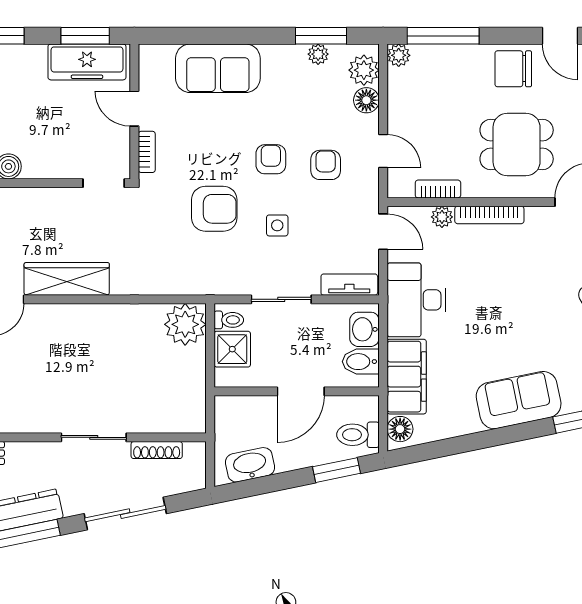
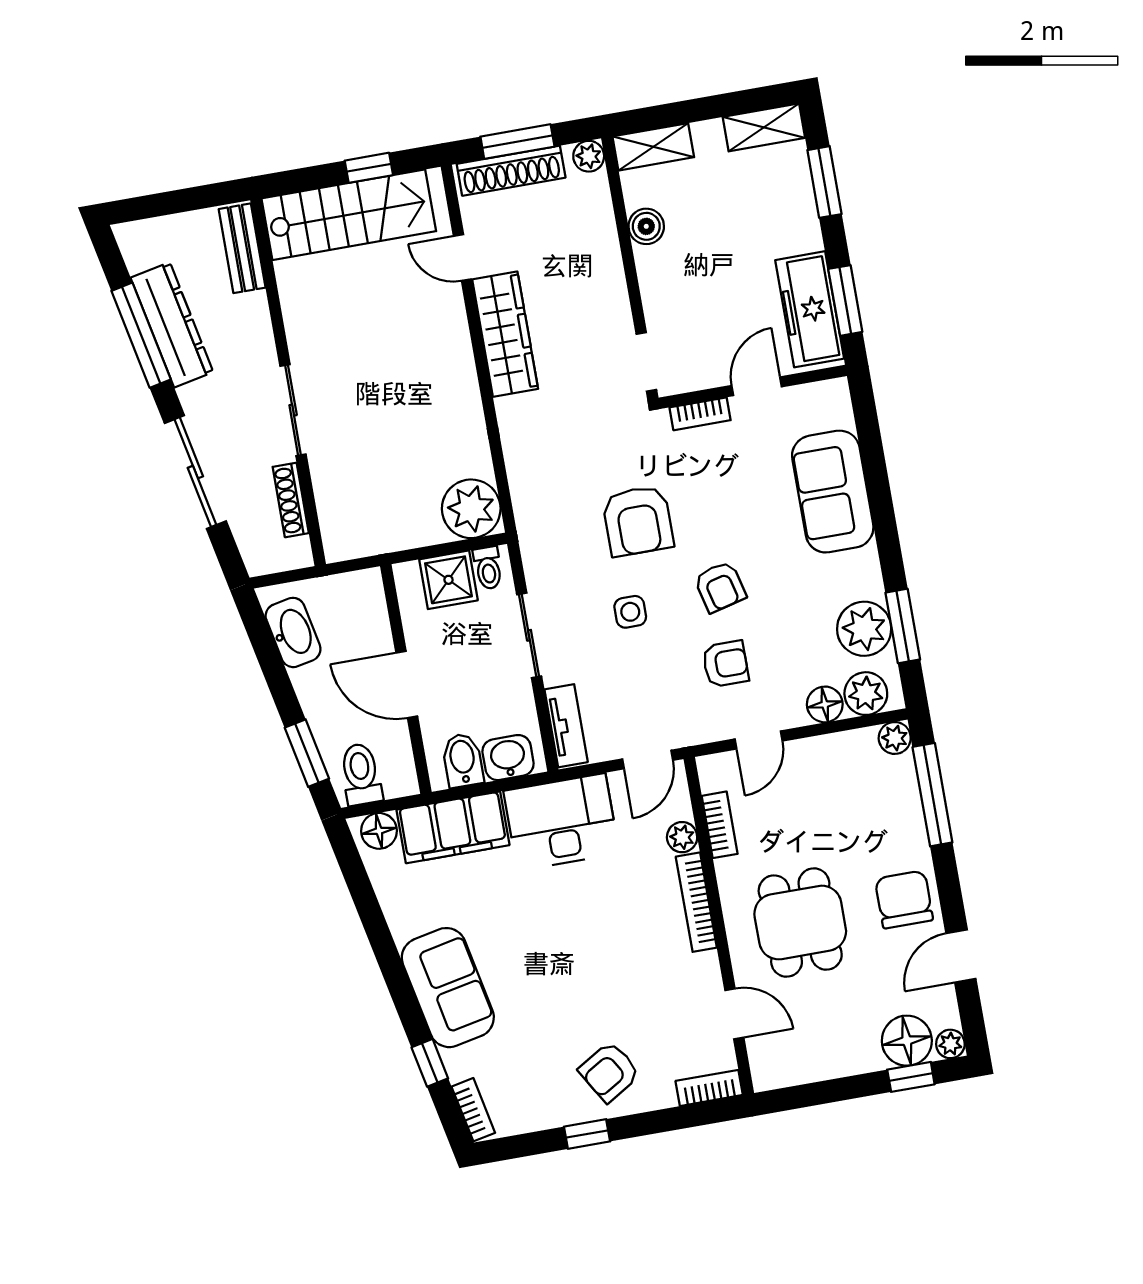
plant: (318, 54) -> (864, 629), width x1.88, depth x1.88
armchair: (271, 159) -> (720, 587), turned 76

